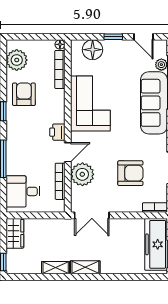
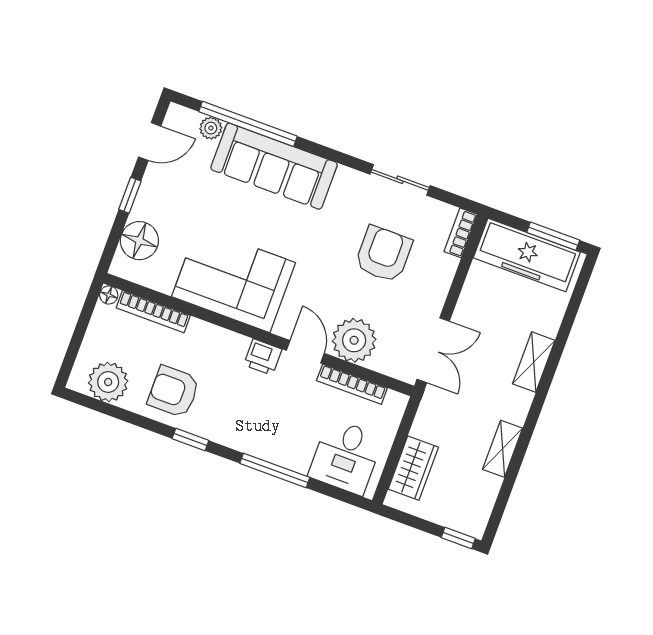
wardrobe: (15, 233) -> (413, 468), moved, turned 90
shelving: (85, 267) -> (534, 362), moved

